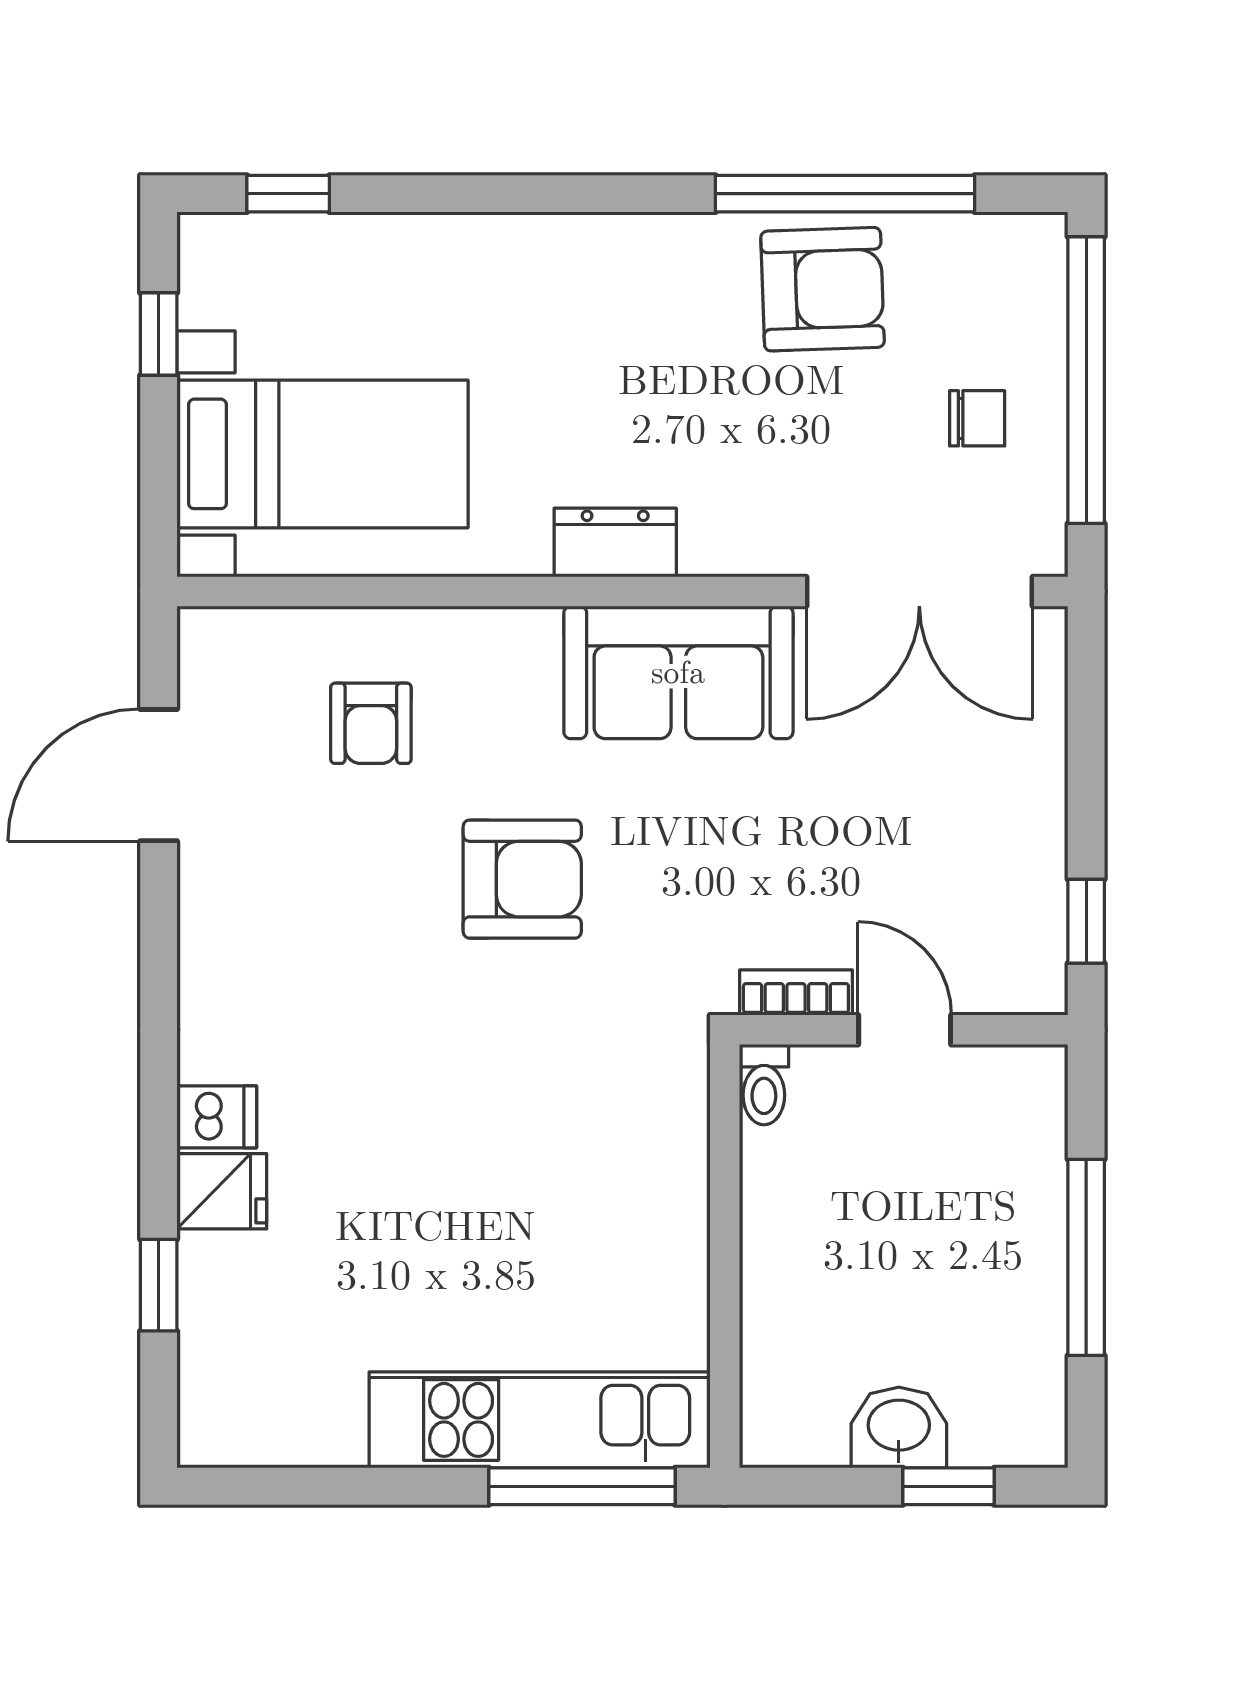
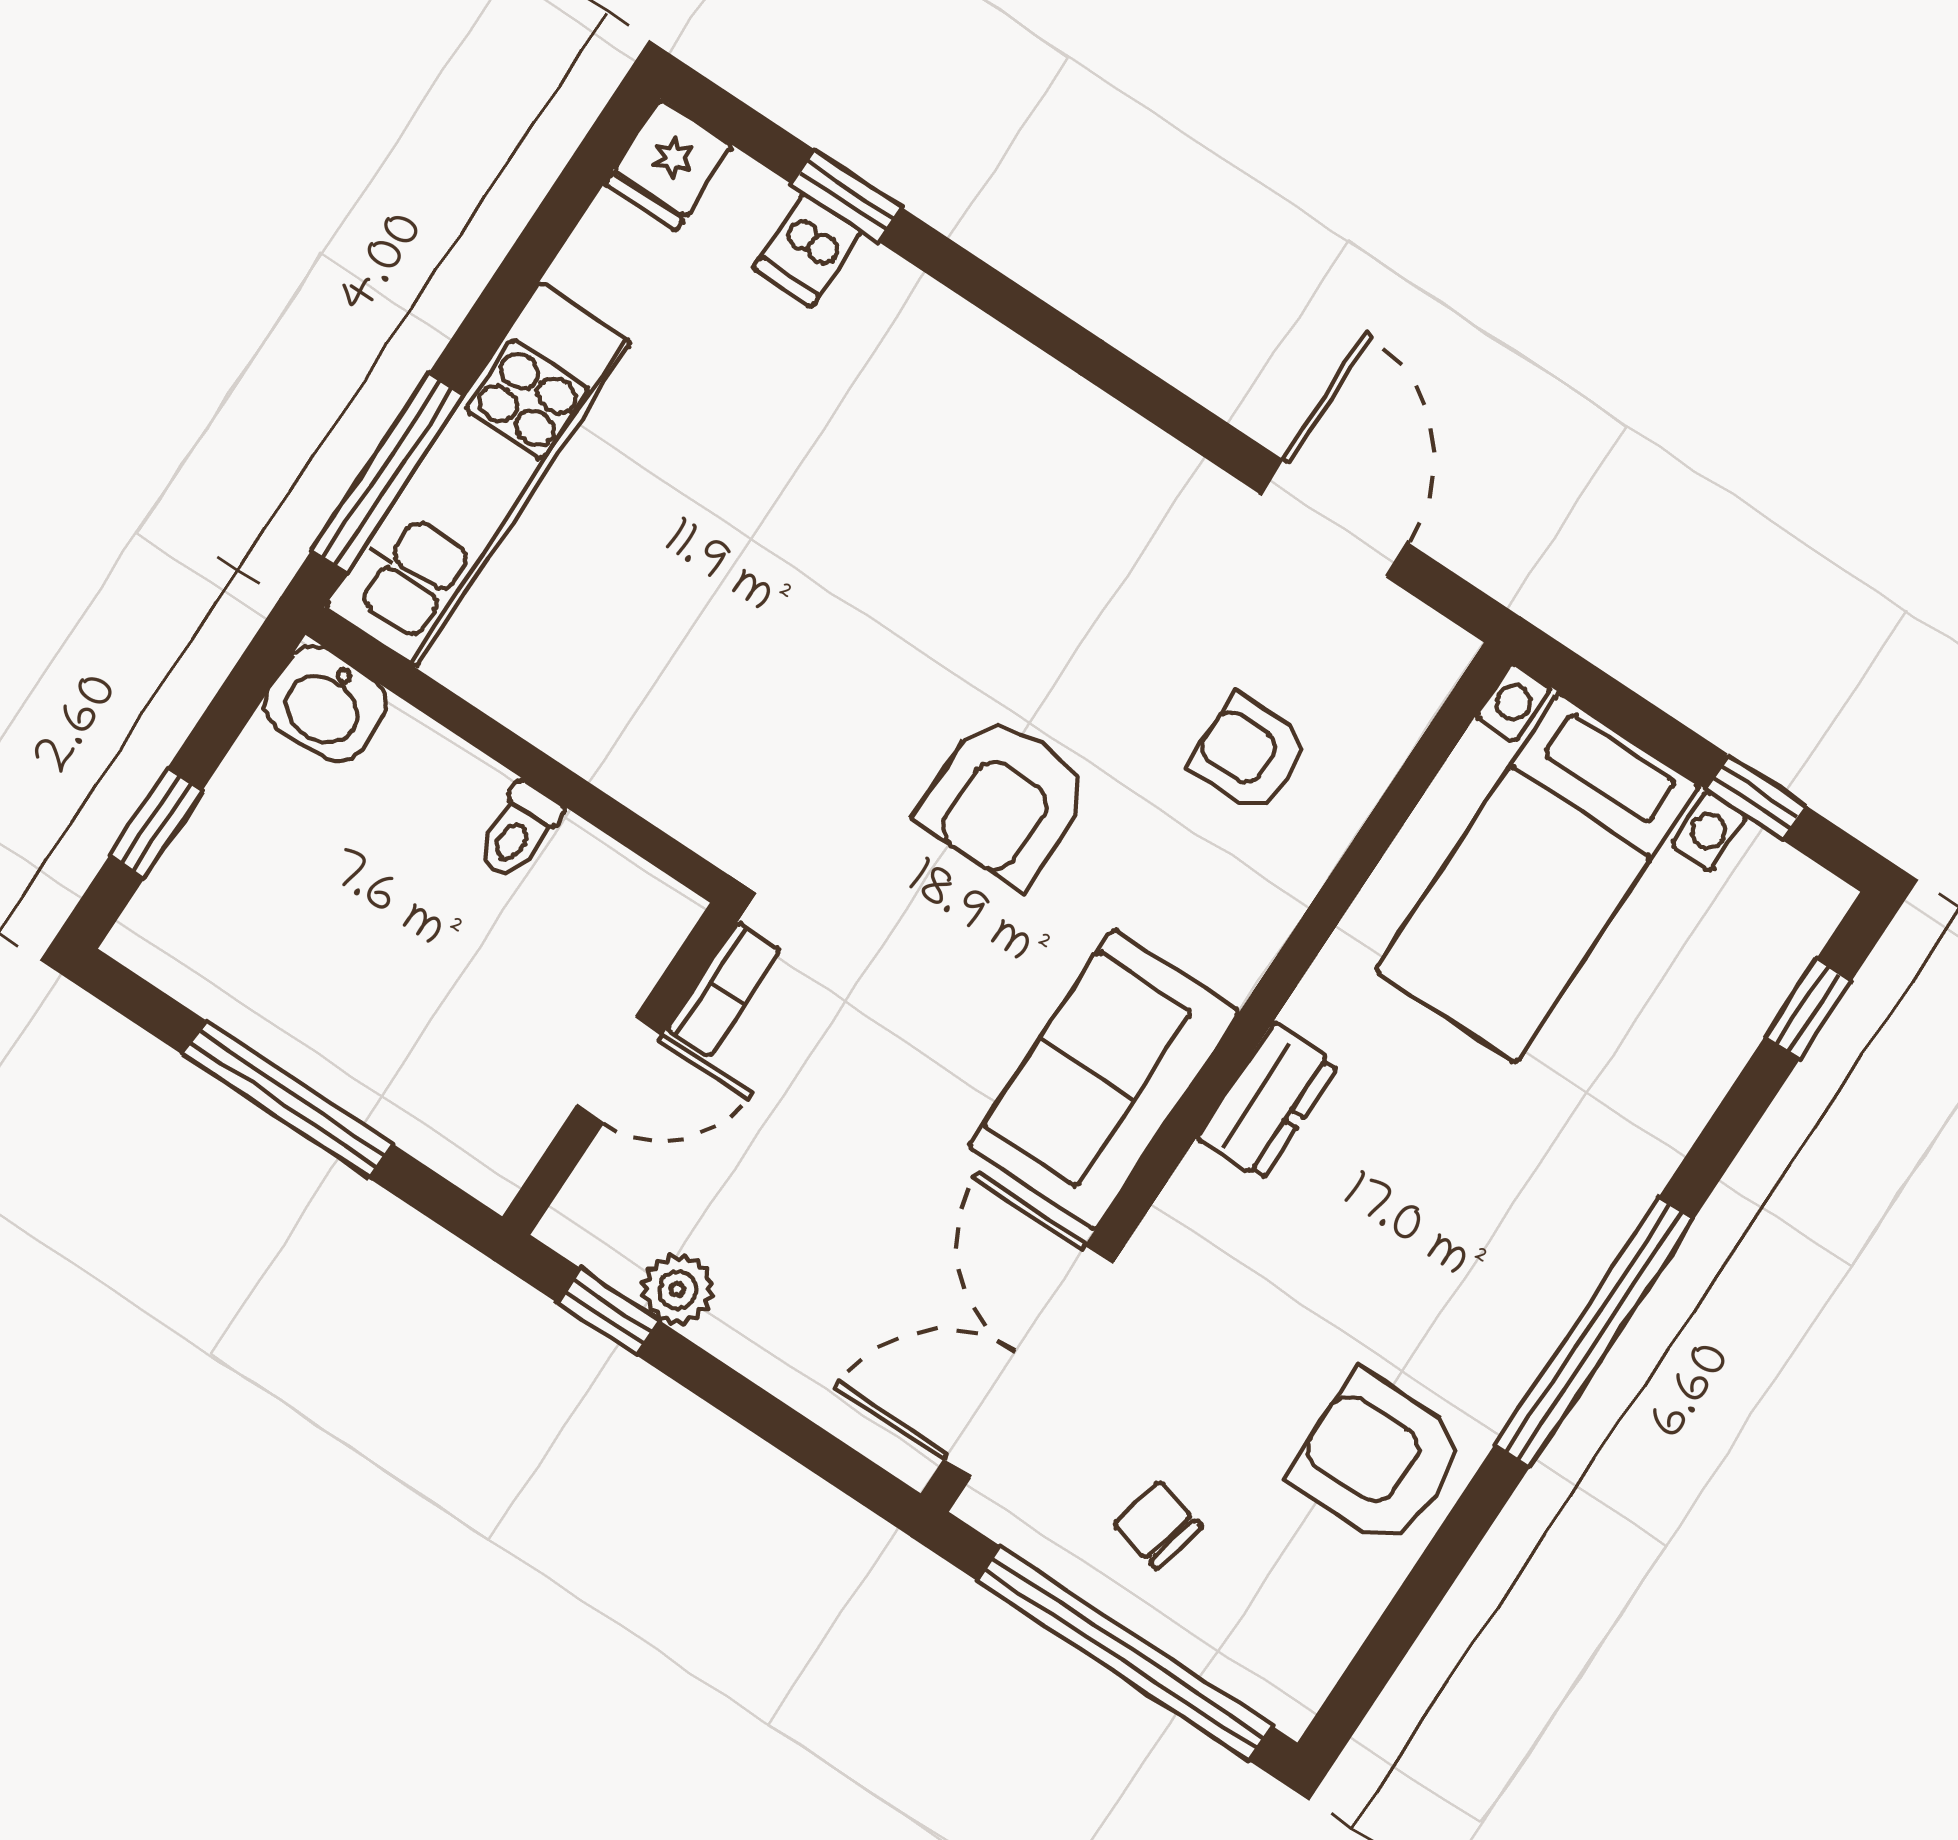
window: (845, 194) -> (1594, 1332), moved
armchair: (823, 289) -> (1379, 1459), turned 92
chair: (977, 418) -> (1158, 1525), turned 103
plant: (1037, 881) -> (678, 1290), added
toilet: (764, 1085) -> (518, 831), moved, turned -90
dishwasher: (217, 1117) -> (808, 250), moved
fridge: (222, 1191) -> (669, 165), moved
washbasin: (899, 1428) -> (326, 704), moved, turned 90

